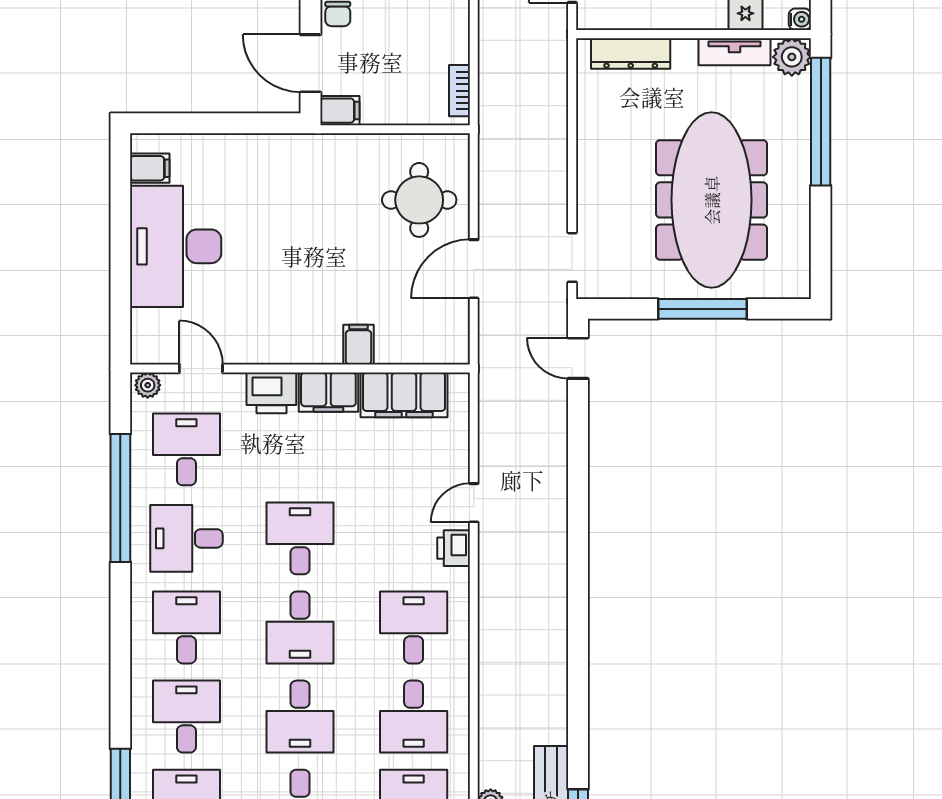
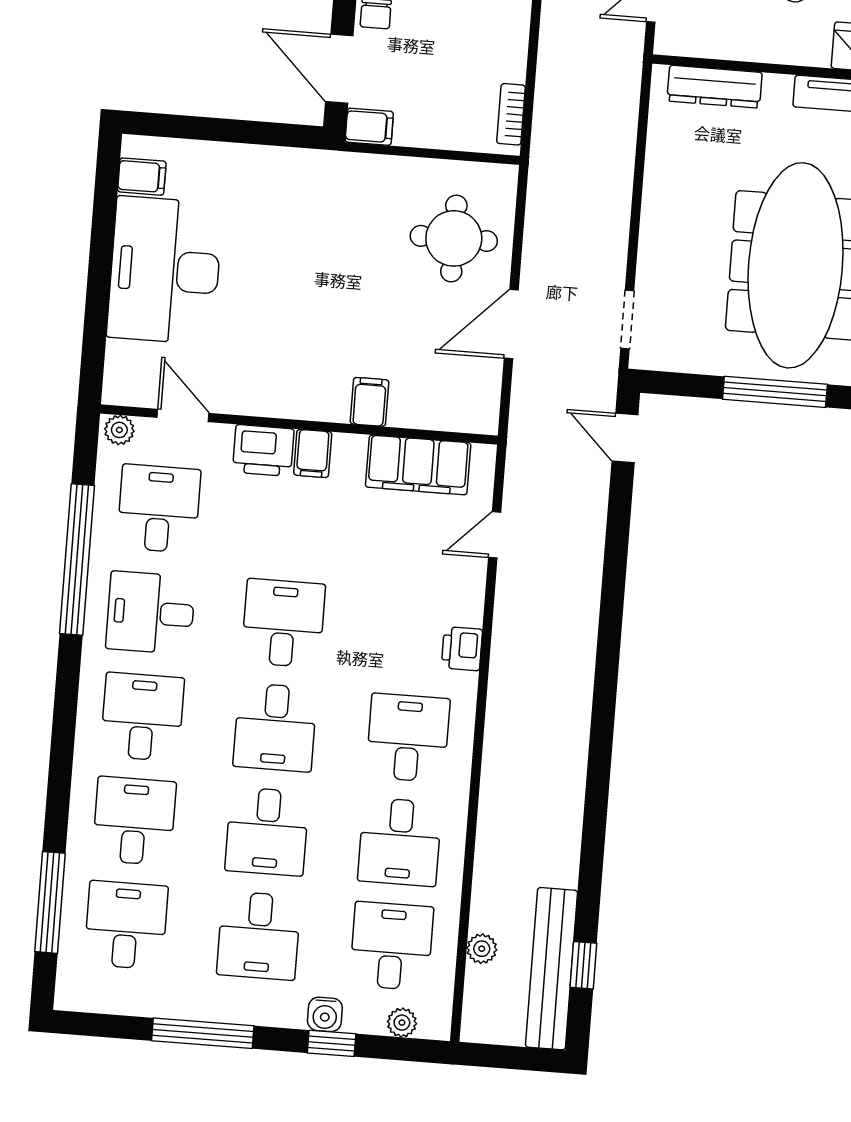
filing cabinet: (328, 392) -> (313, 453), width x0.50
door: (474, 503) -> (495, 535), moved

